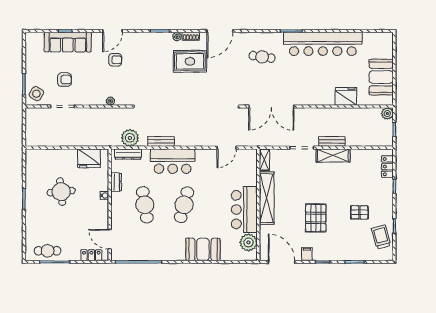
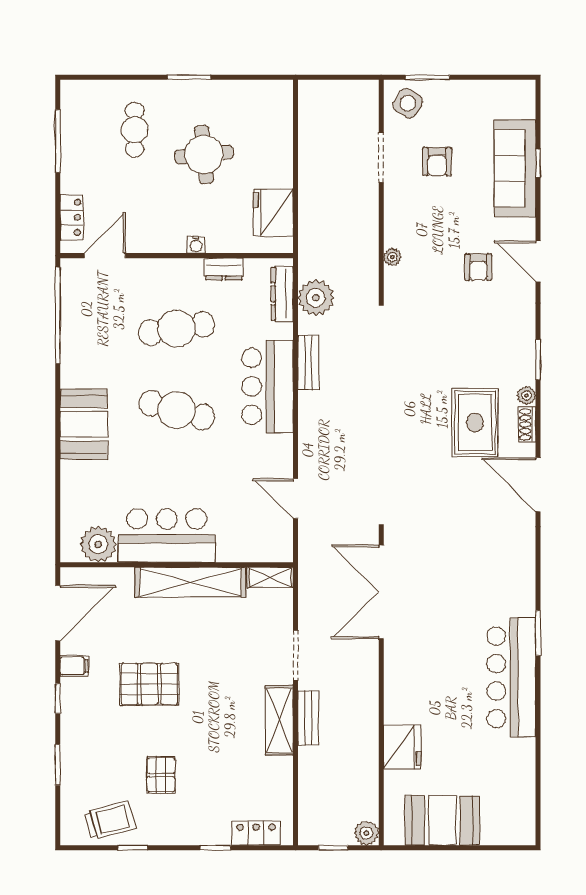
bar counter: (323, 44) -> (511, 677), width x0.73
cafe table: (262, 57) -> (484, 573), removed
booth: (203, 249) -> (84, 424), moved
cafe table: (48, 251) -> (135, 130), moved

